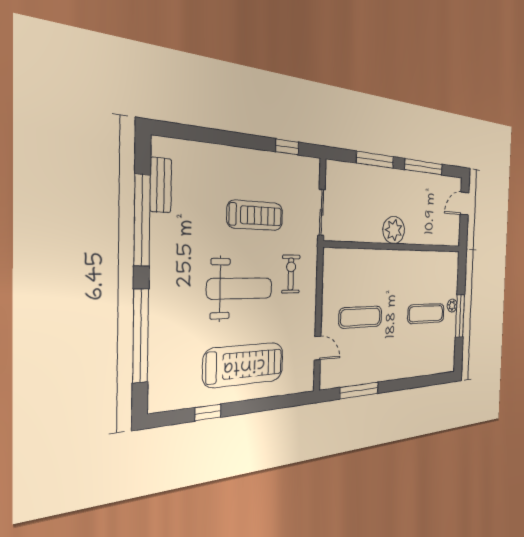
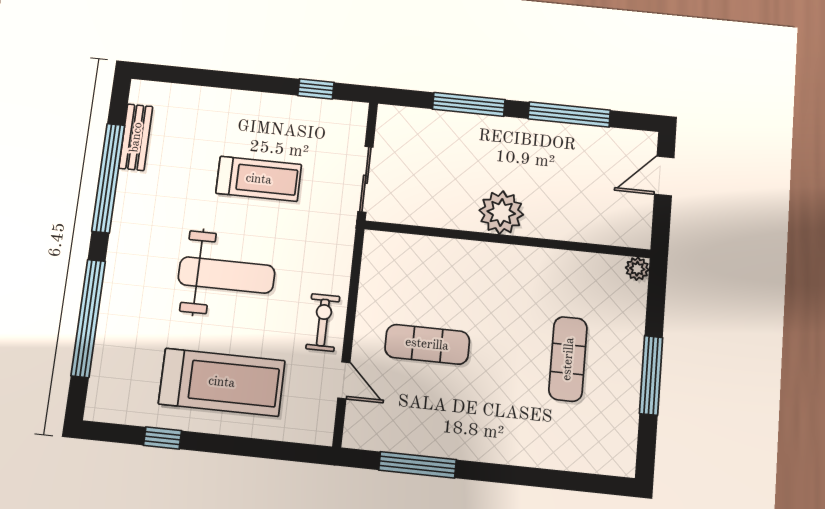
exercise bike: (291, 274) -> (323, 322), moved
plant: (452, 306) -> (637, 269), moved
exercise mat: (426, 314) -> (568, 359), turned 90

